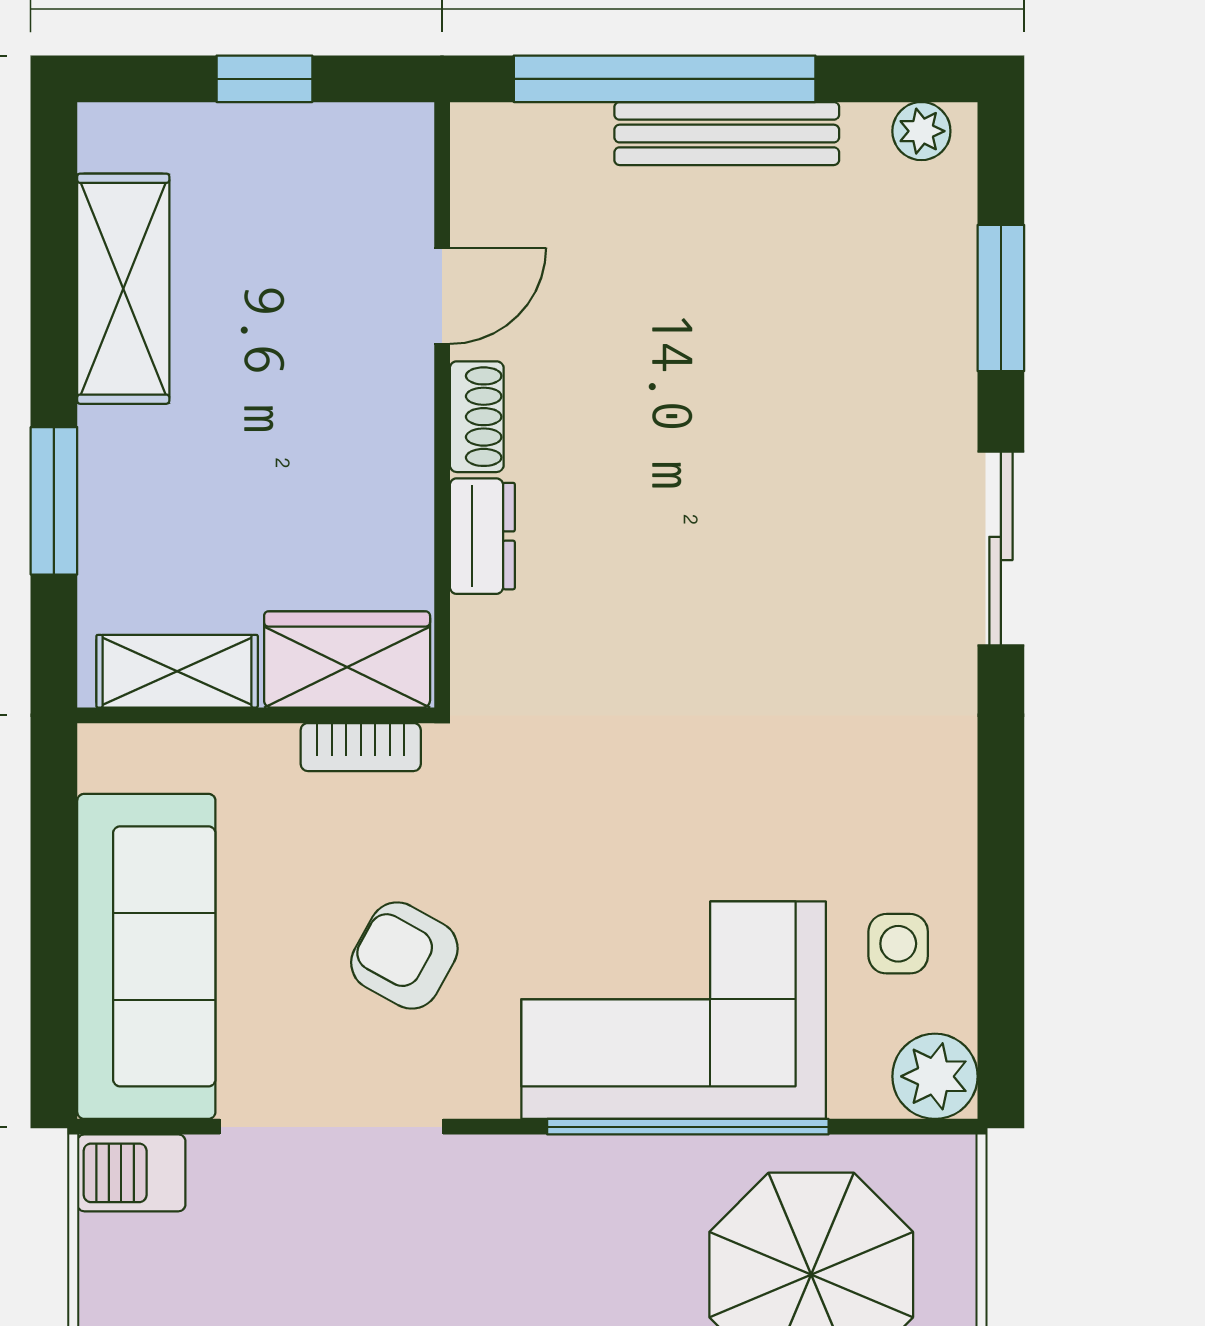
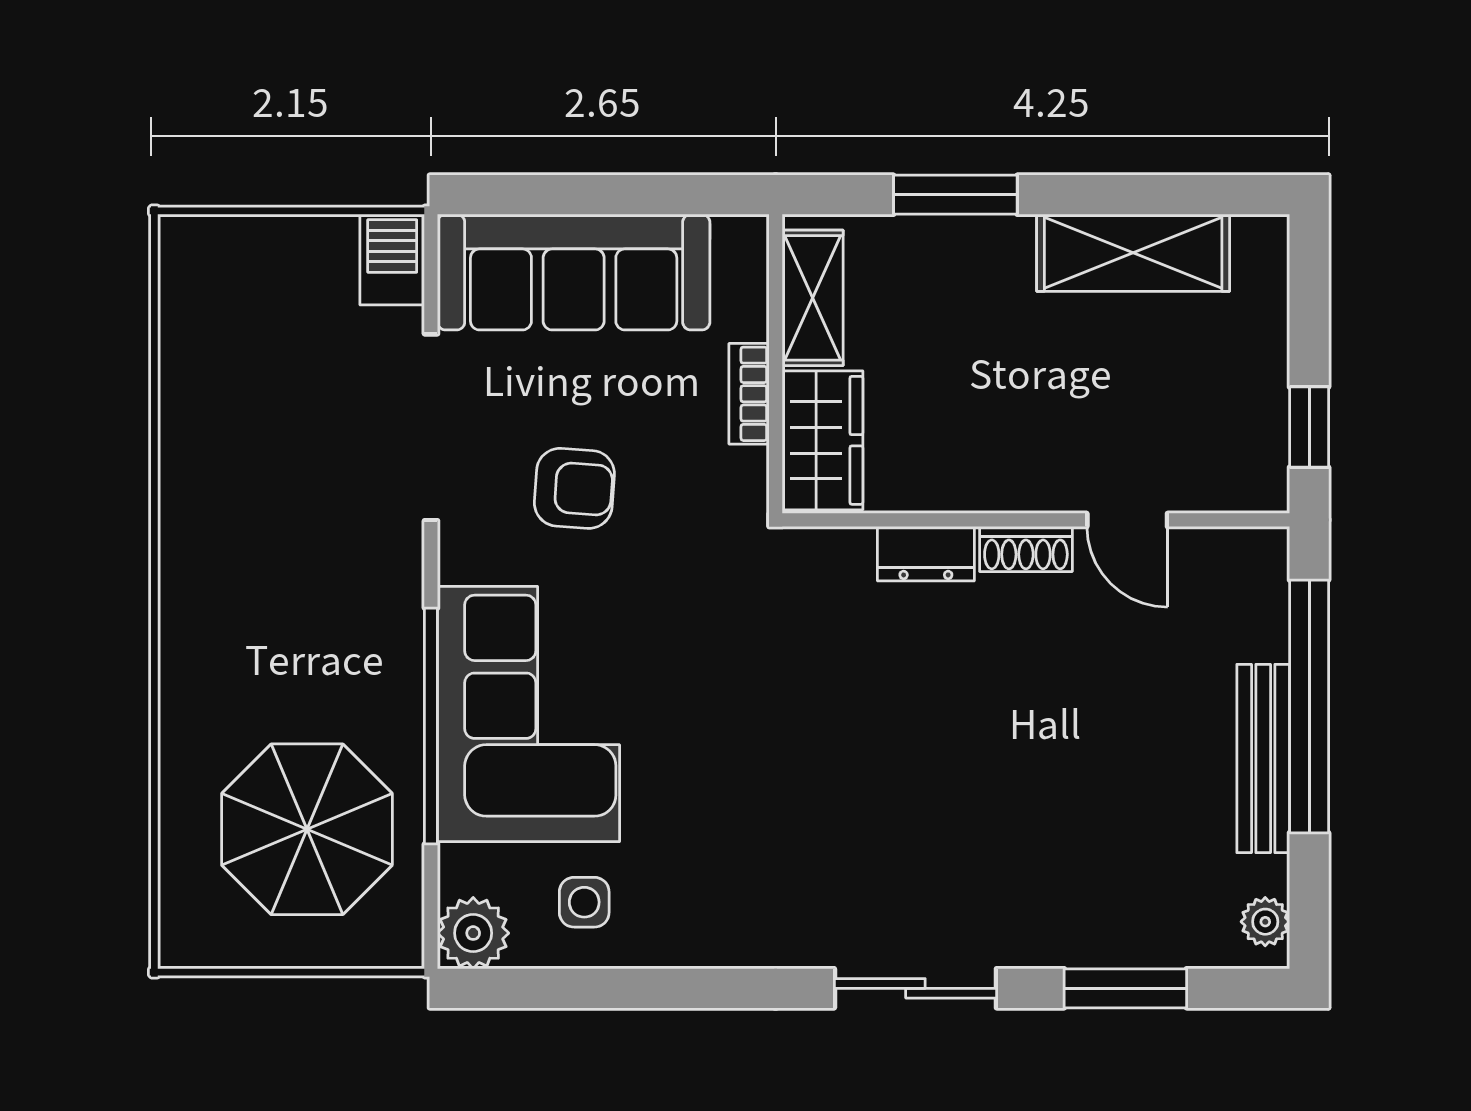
window: (264, 79) -> (1309, 427), moved
bookcase: (361, 747) -> (749, 394), moved
armchair: (404, 955) -> (574, 488), turned 65

